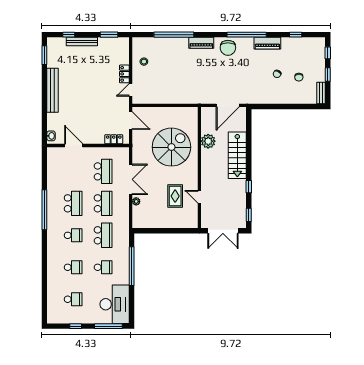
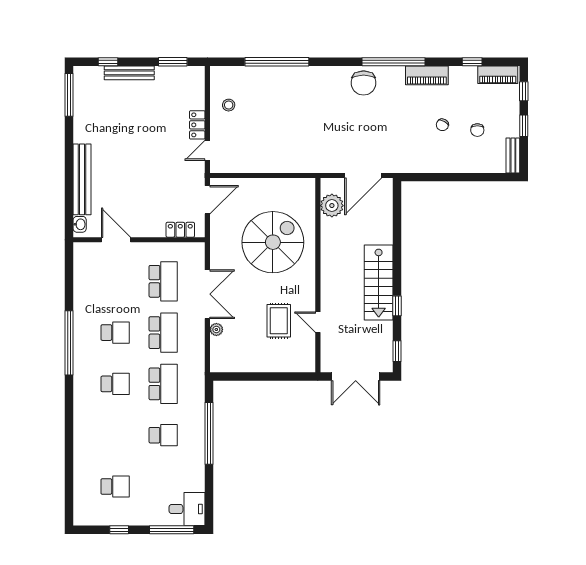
piano: (201, 43) -> (498, 75), moved
window: (44, 55) -> (69, 95), width x1.44
bench: (52, 90) -> (82, 179), moved
door: (131, 121) -> (207, 200), hinge flipped
plant: (208, 141) -> (332, 206), moved
stairs: (237, 155) -> (379, 283), moved
school desk: (73, 203) -> (115, 333), width x0.54
school desk: (73, 267) -> (115, 435), removed
desk: (115, 304) -> (187, 509), width x0.53, depth x0.77

